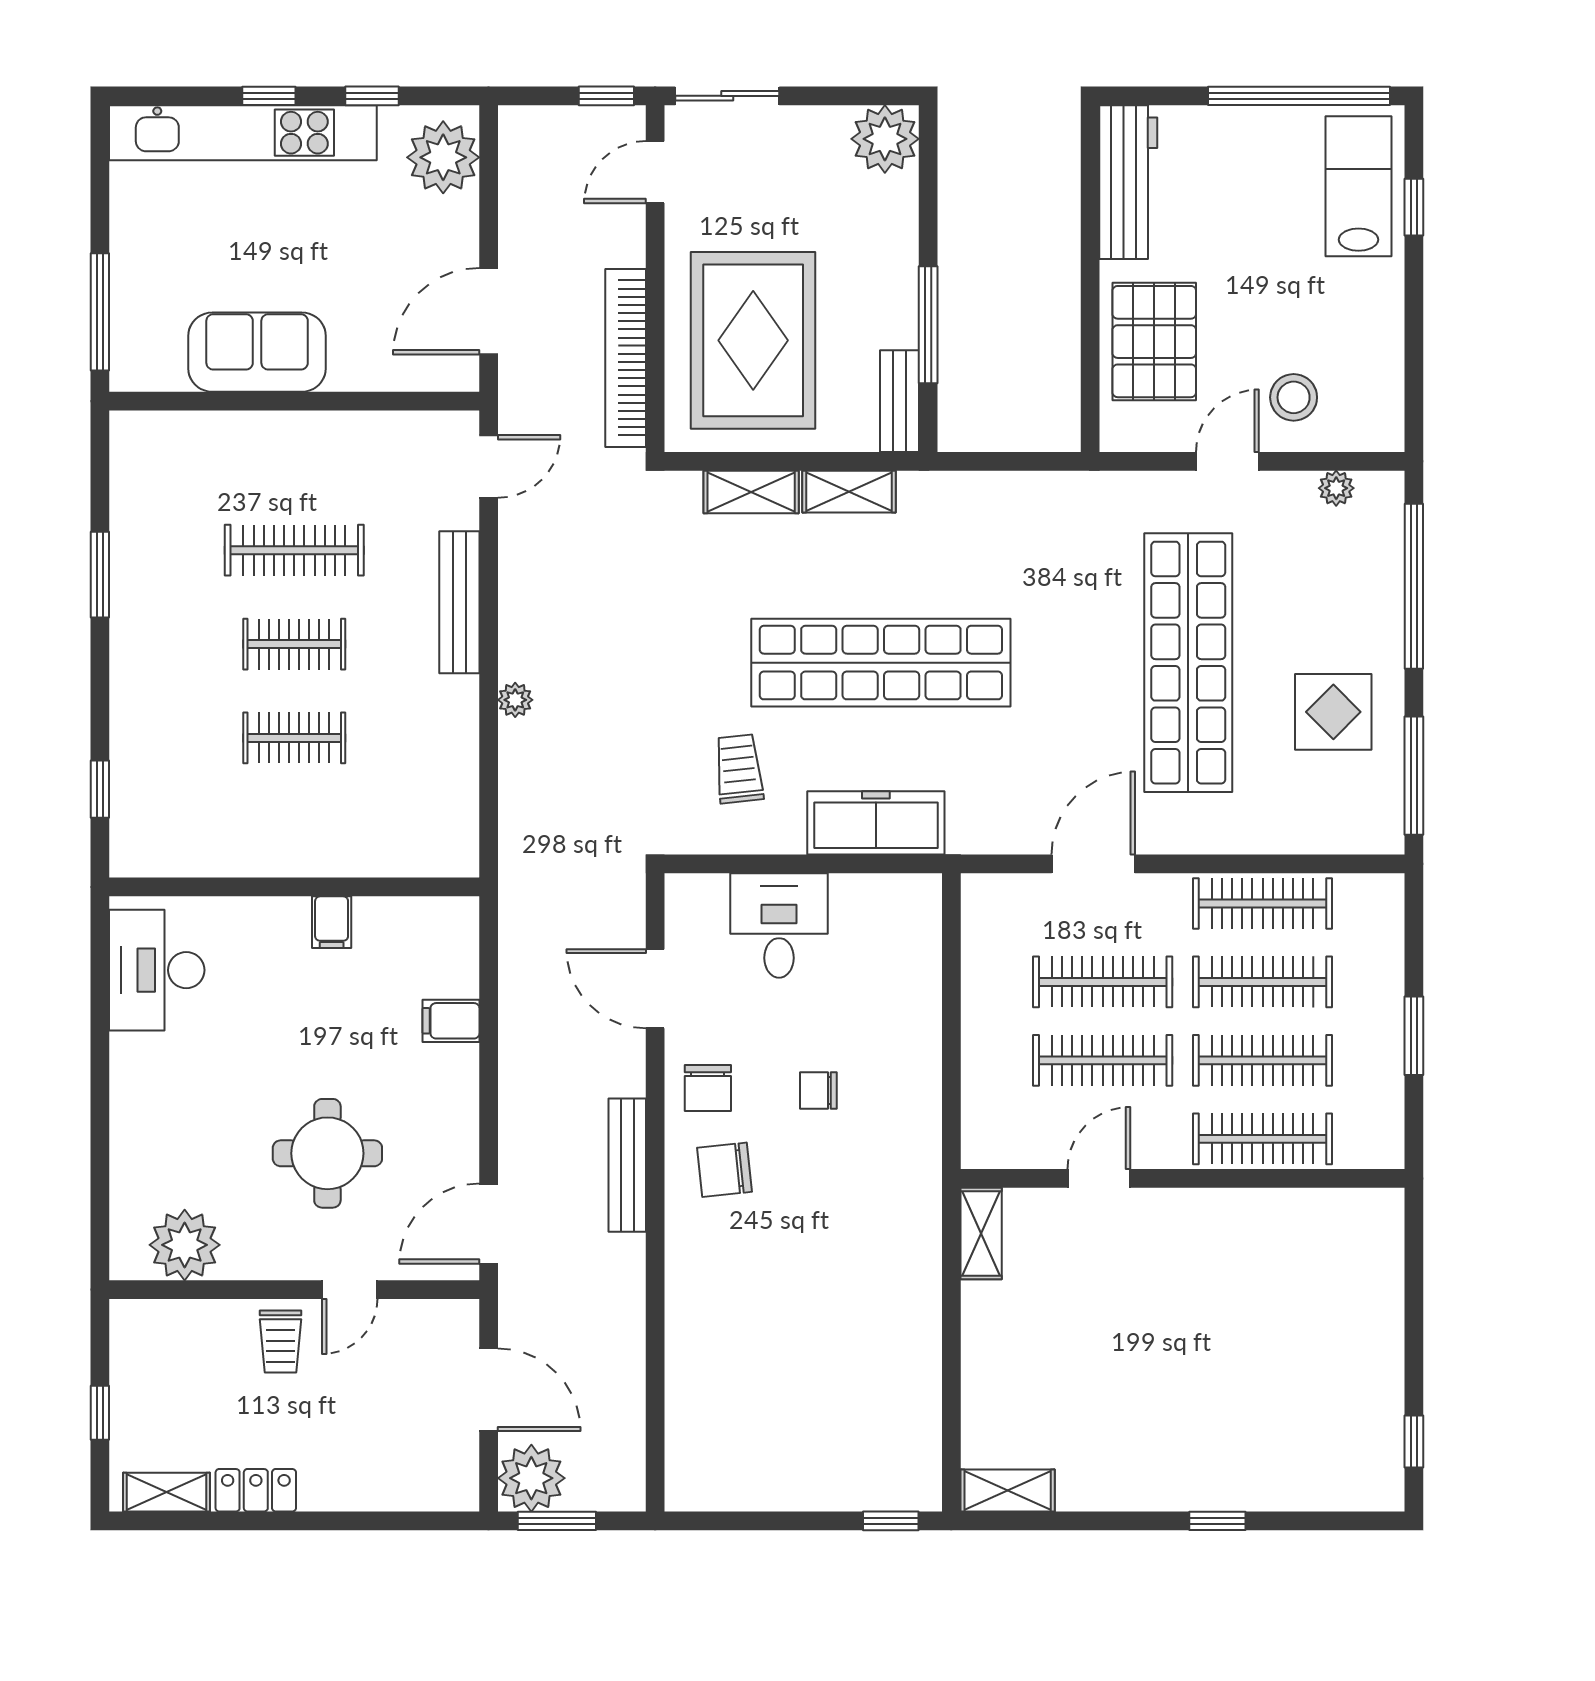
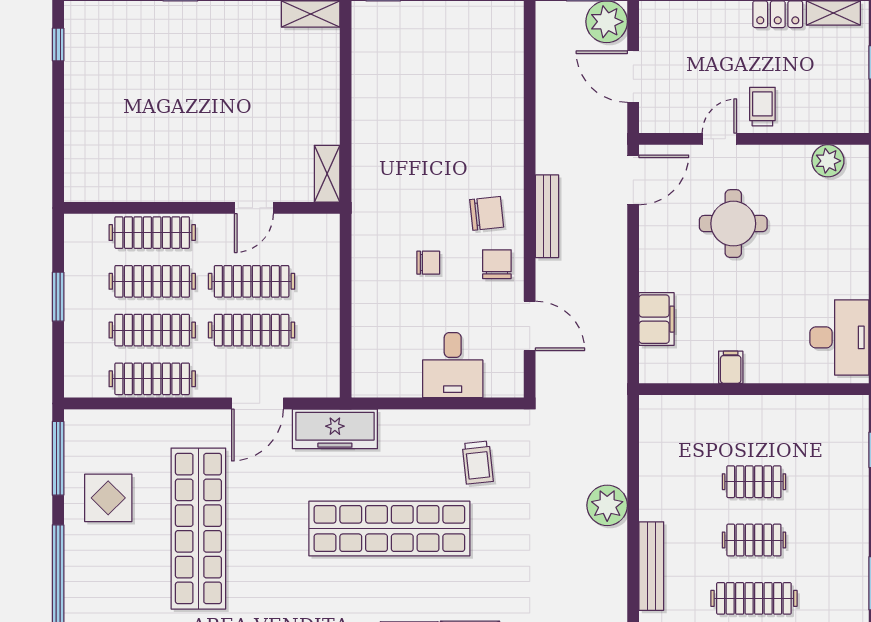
plant: (515, 700) -> (607, 505), width x1.88, depth x1.88
freezer: (876, 823) -> (335, 429), moved
filing cabinet: (451, 1021) -> (656, 319), width x2.00
plant: (185, 1245) -> (828, 161), width x0.73, depth x0.73

